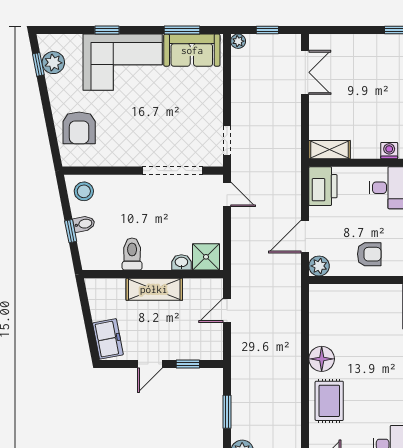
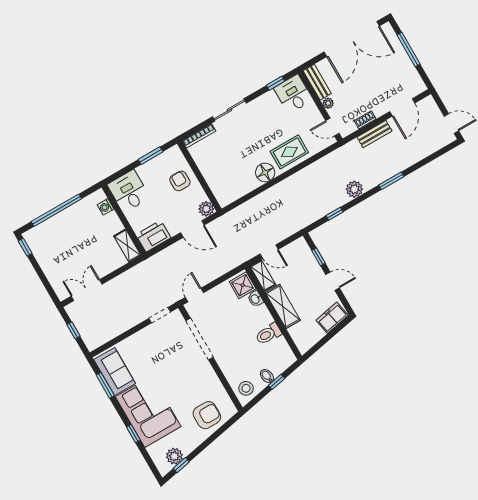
plant: (238, 41) -> (92, 345), removed
shelving: (203, 287) -> (263, 276), added
window: (227, 412) -> (335, 214), width x0.67

